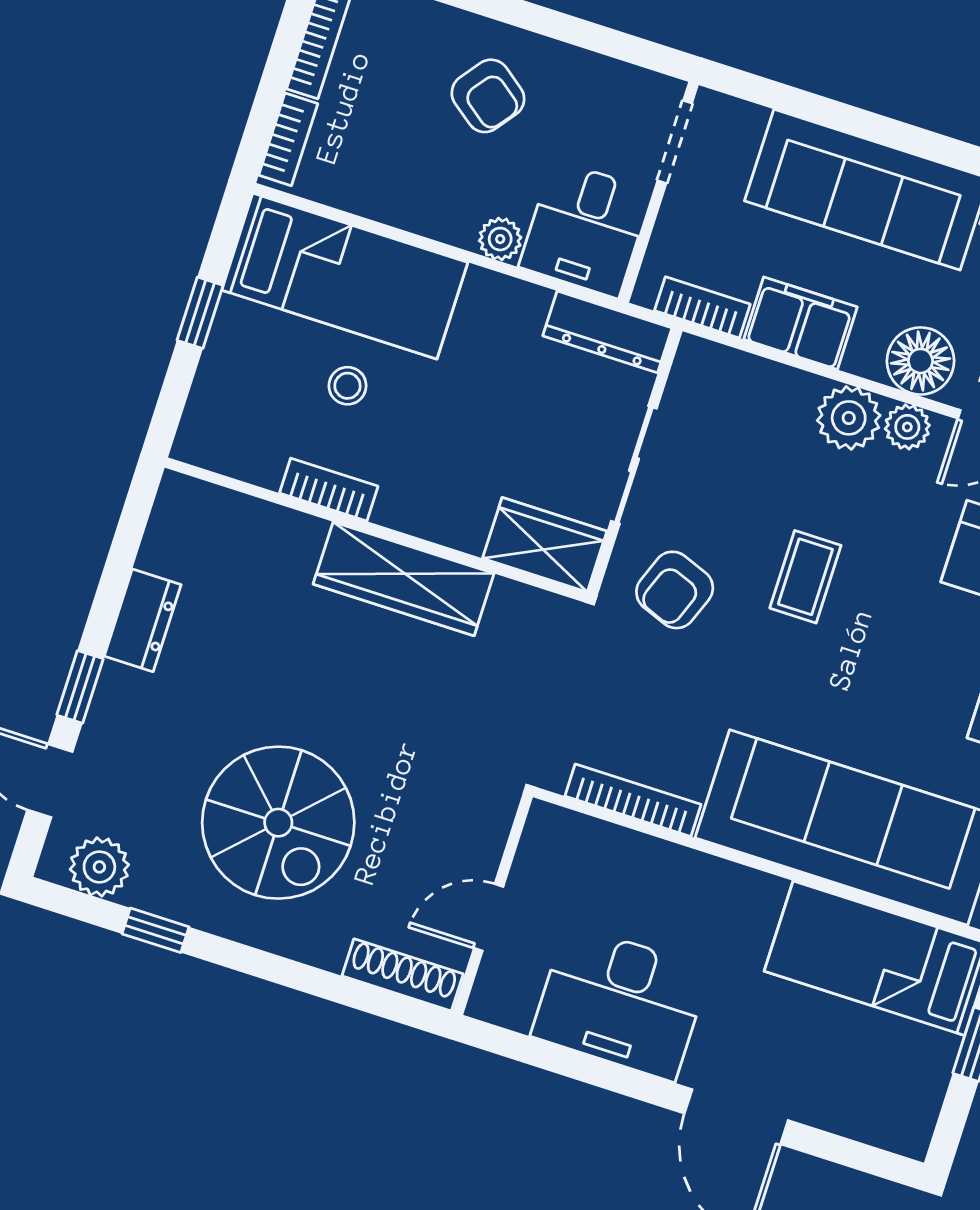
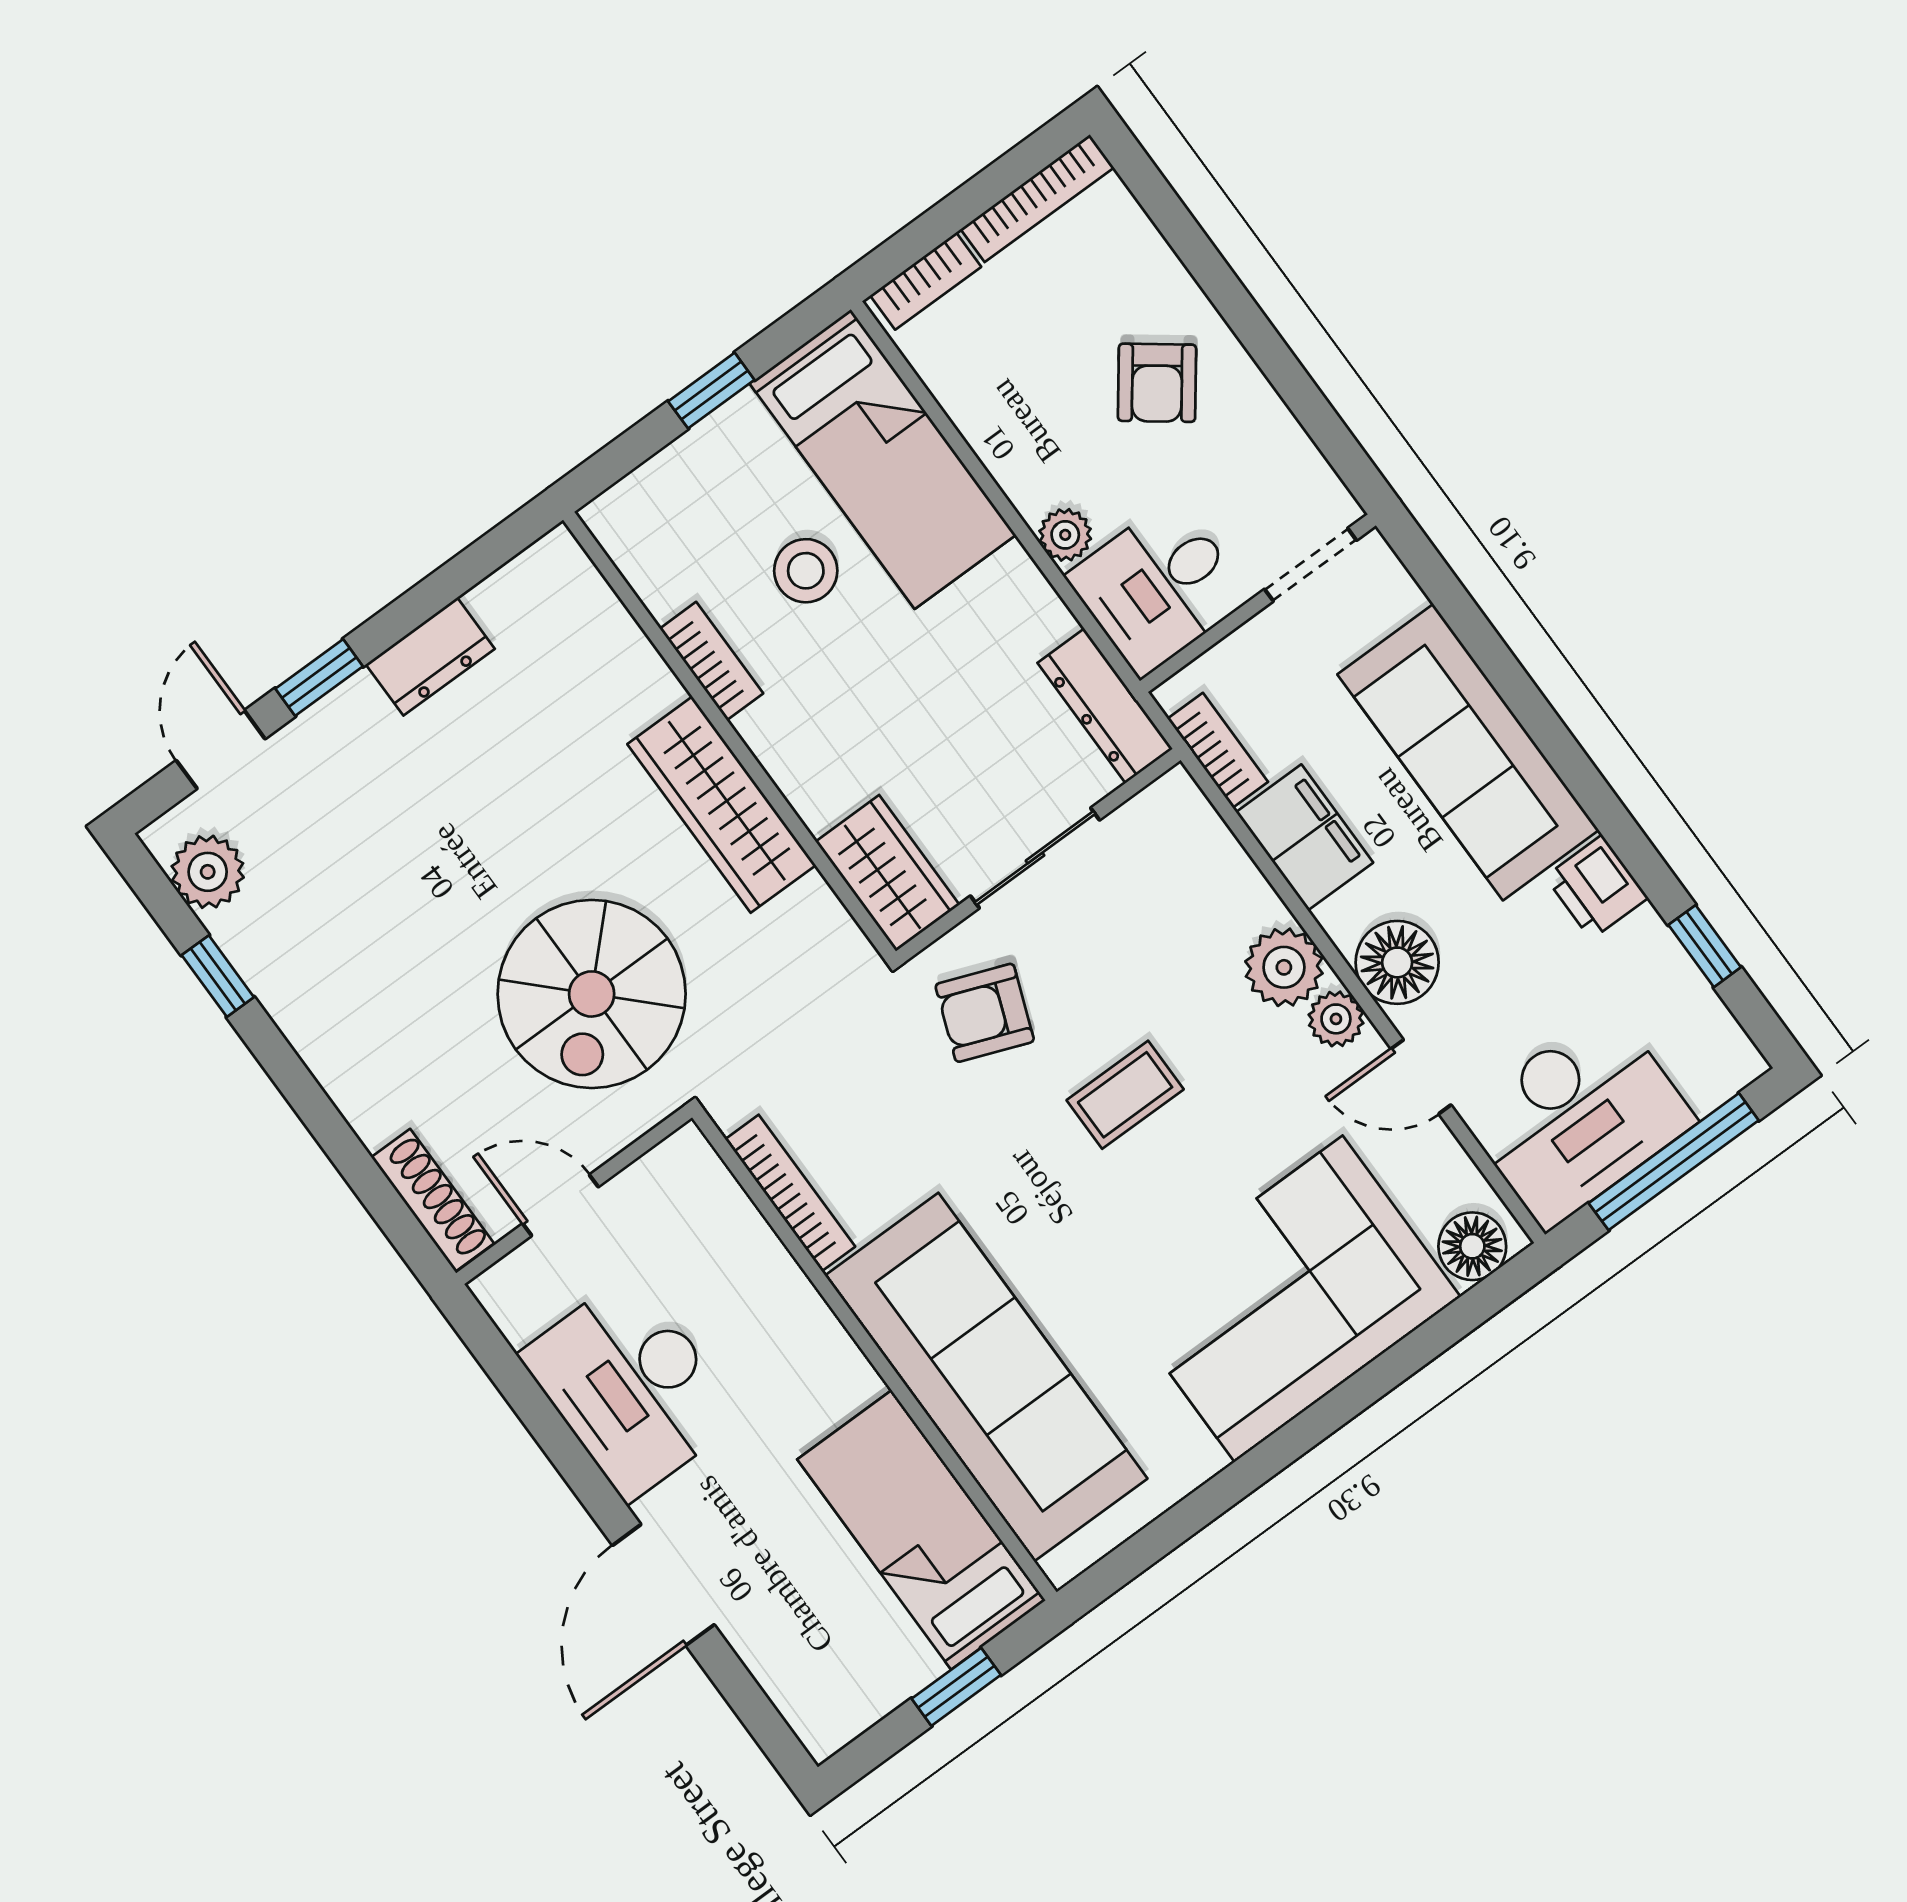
stool: (347, 386) -> (806, 571), width x1.37, depth x1.37
spiral stairs: (278, 823) -> (592, 994), moved

